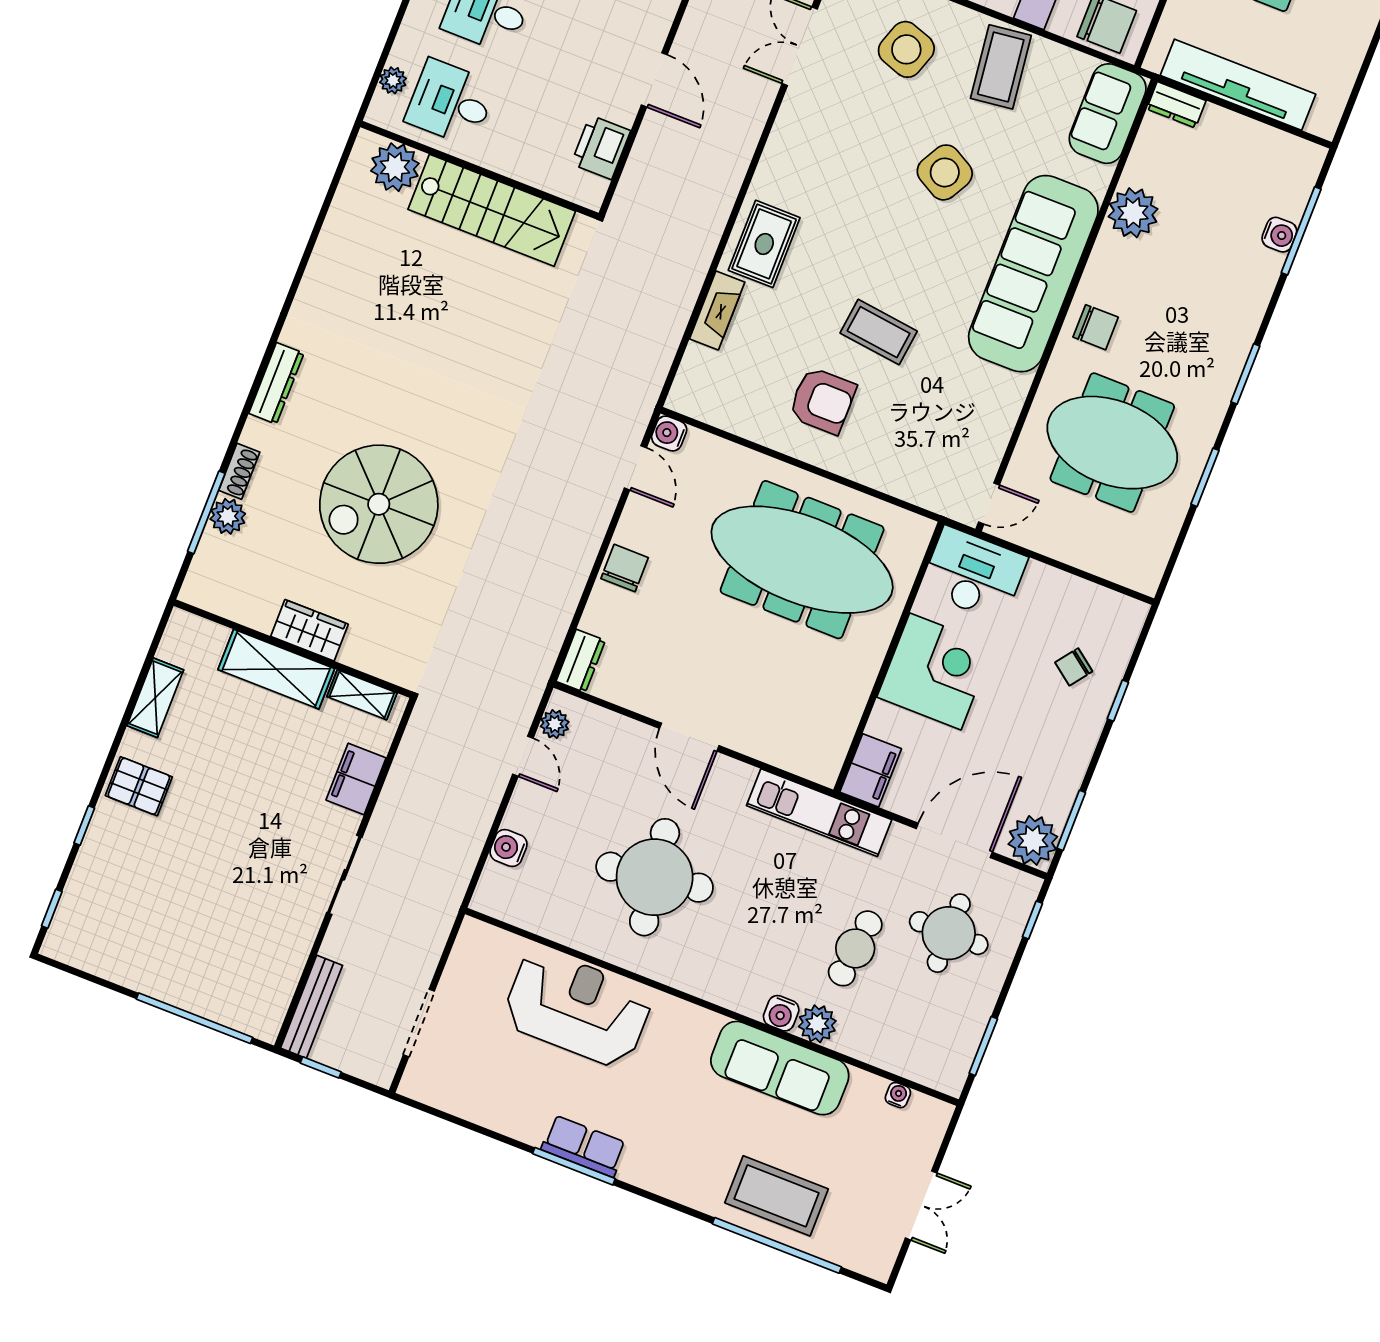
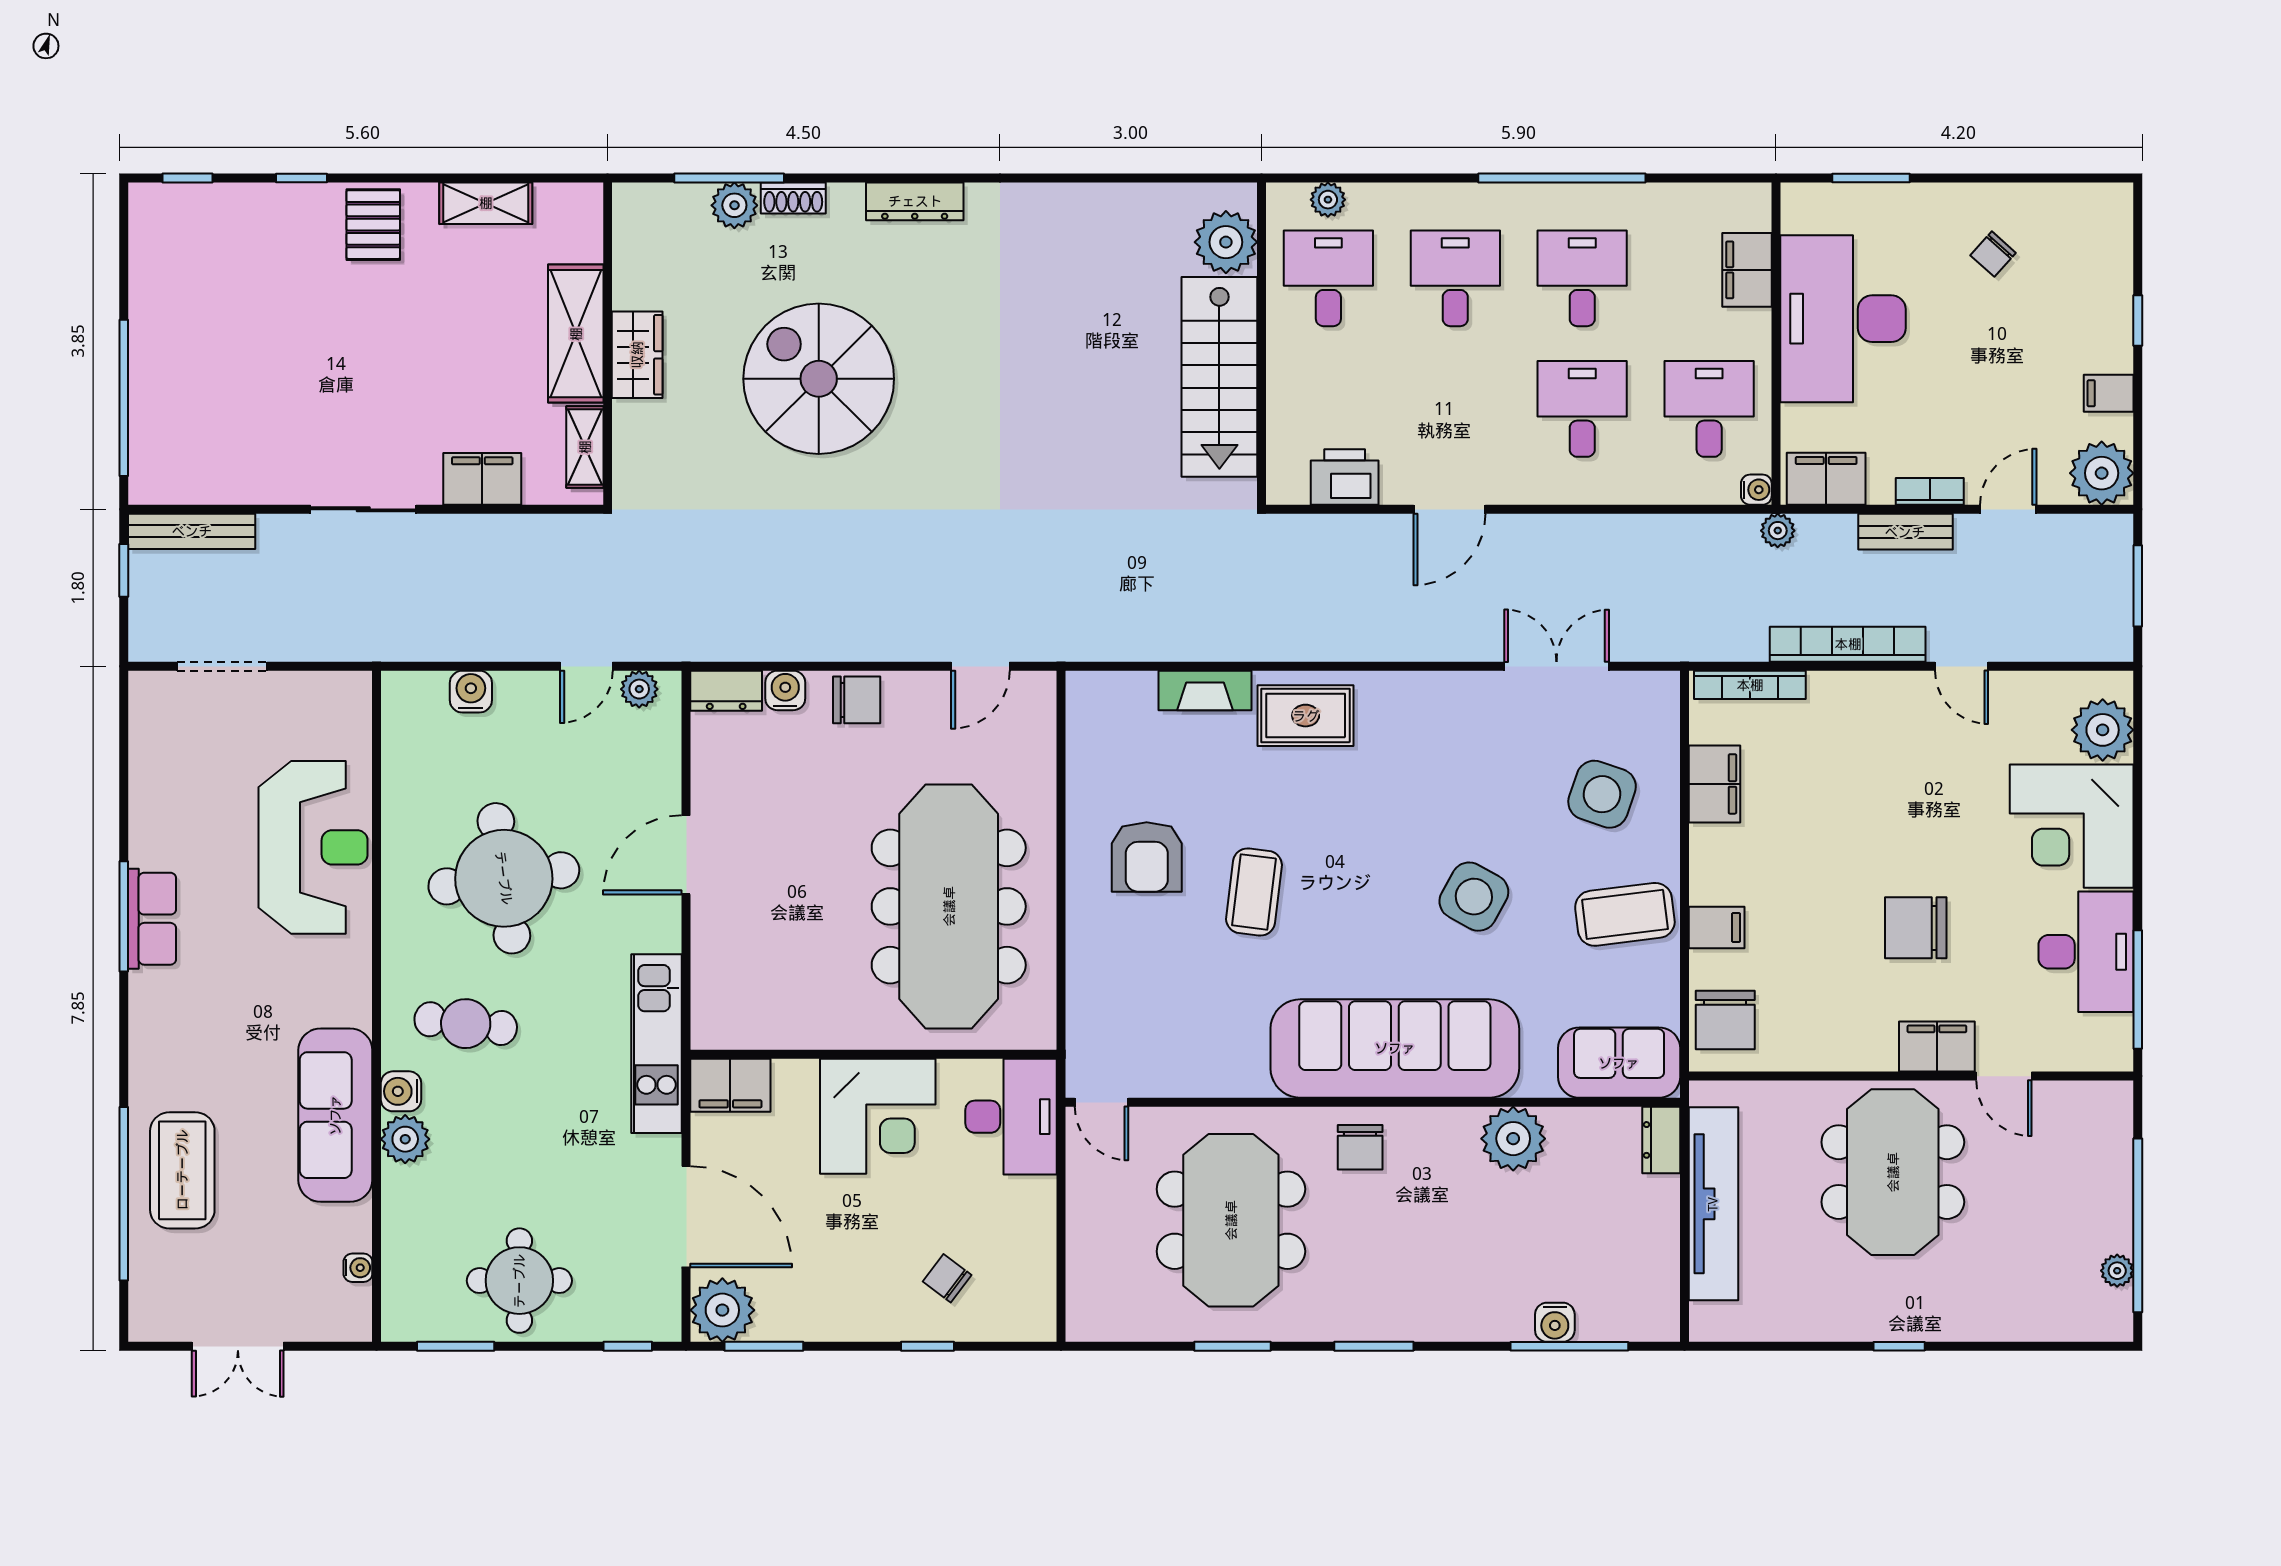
water cooler: (669, 433) -> (785, 690), moved
round table: (949, 933) -> (519, 1281), moved
cafe table: (855, 948) -> (466, 1024), moved

